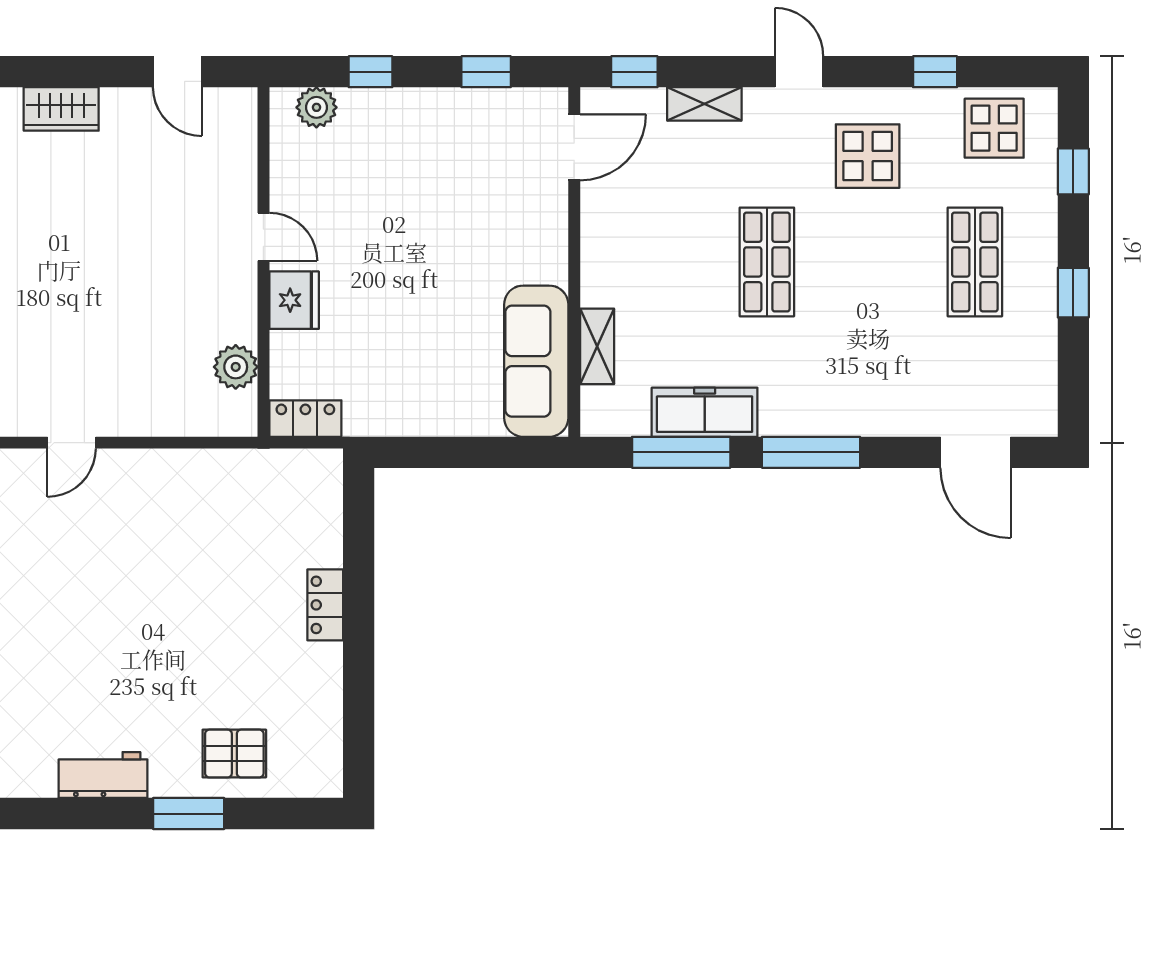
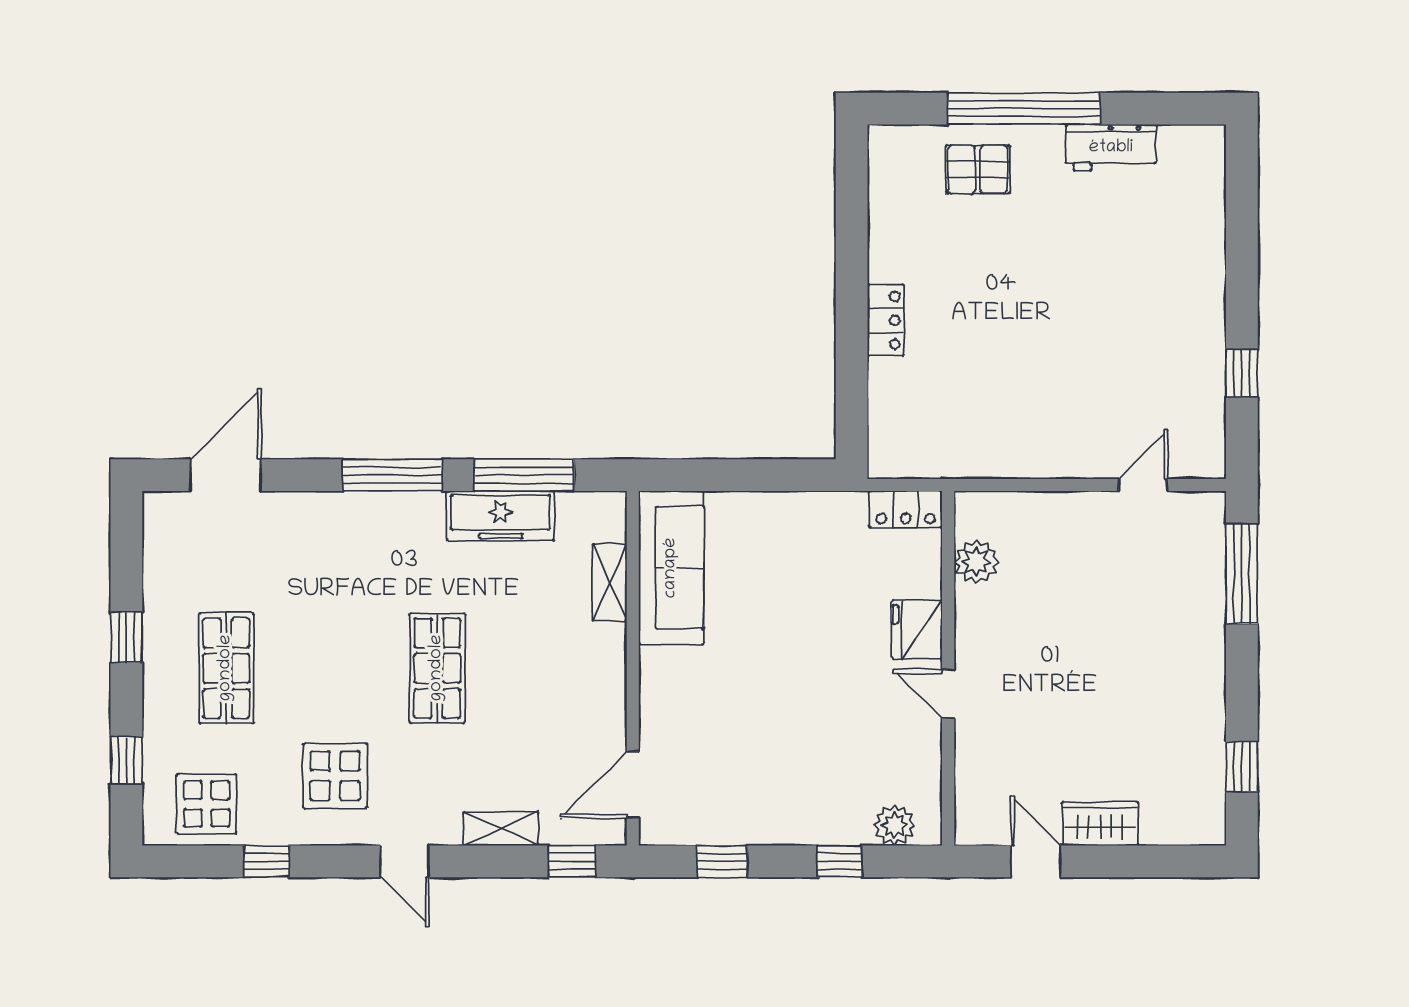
wardrobe: (61, 109) -> (1100, 824), moved
door: (975, 452) -> (226, 475), hinge flipped
window: (189, 814) -> (1024, 109), width x2.11

